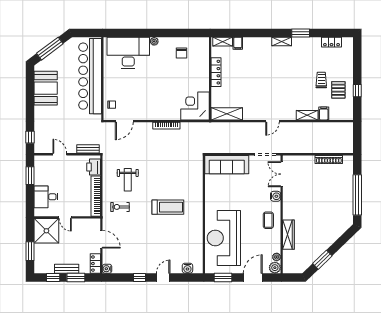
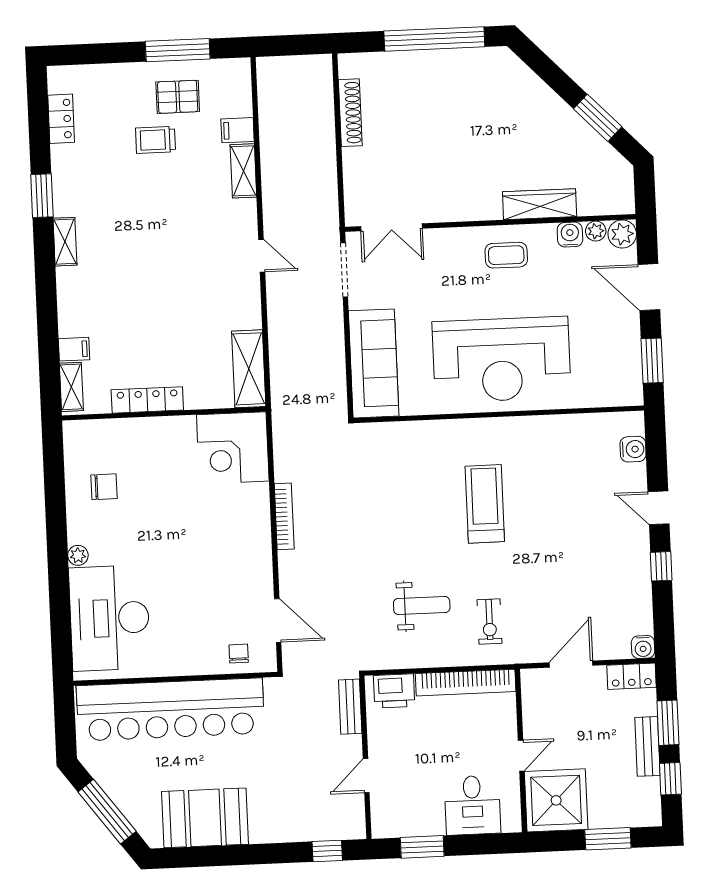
window: (357, 91) -> (178, 50), width x2.17
water cooler: (276, 196) -> (570, 235), moved
reception desk: (224, 238) -> (501, 360), moved

